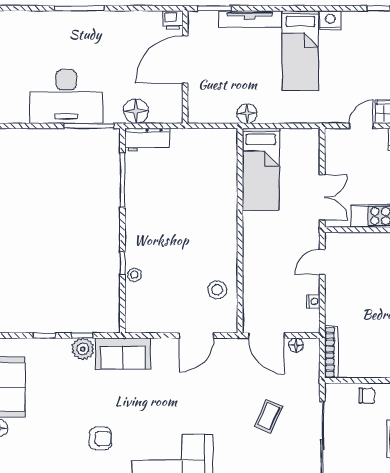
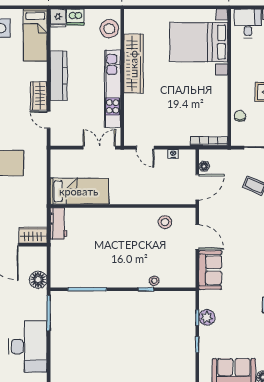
desk: (66, 96) -> (28, 346), moved
wardrobe: (199, 104) -> (33, 235), added
floor lamp: (247, 114) -> (40, 201), removed
workbench: (147, 140) -> (58, 223), moved
sofa: (123, 354) -> (210, 270), moved

